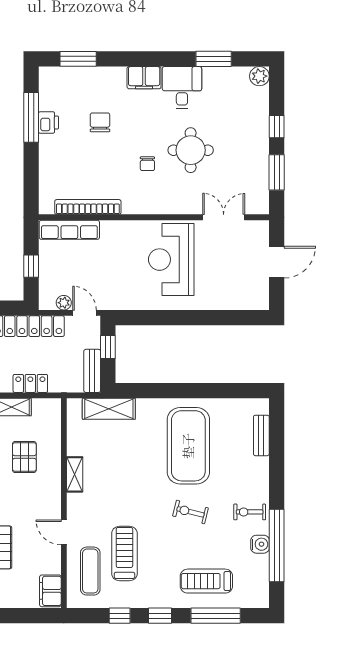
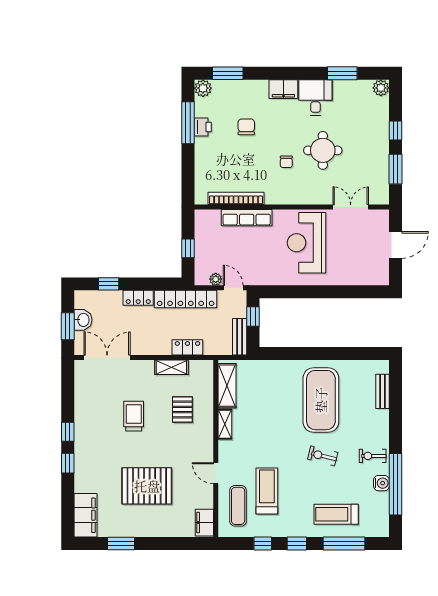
plant: (49, 77) -> (203, 88), added
row of seats: (69, 230) -> (247, 218), moved
shelving: (109, 409) -> (227, 386), moved, turned 90

